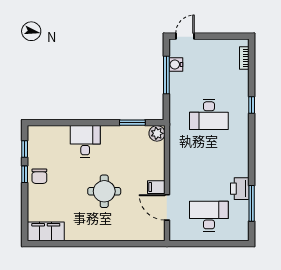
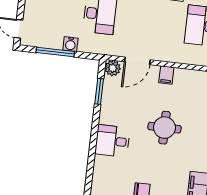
water cooler: (176, 65) -> (70, 44), moved
door: (167, 207) -> (137, 61), moved

